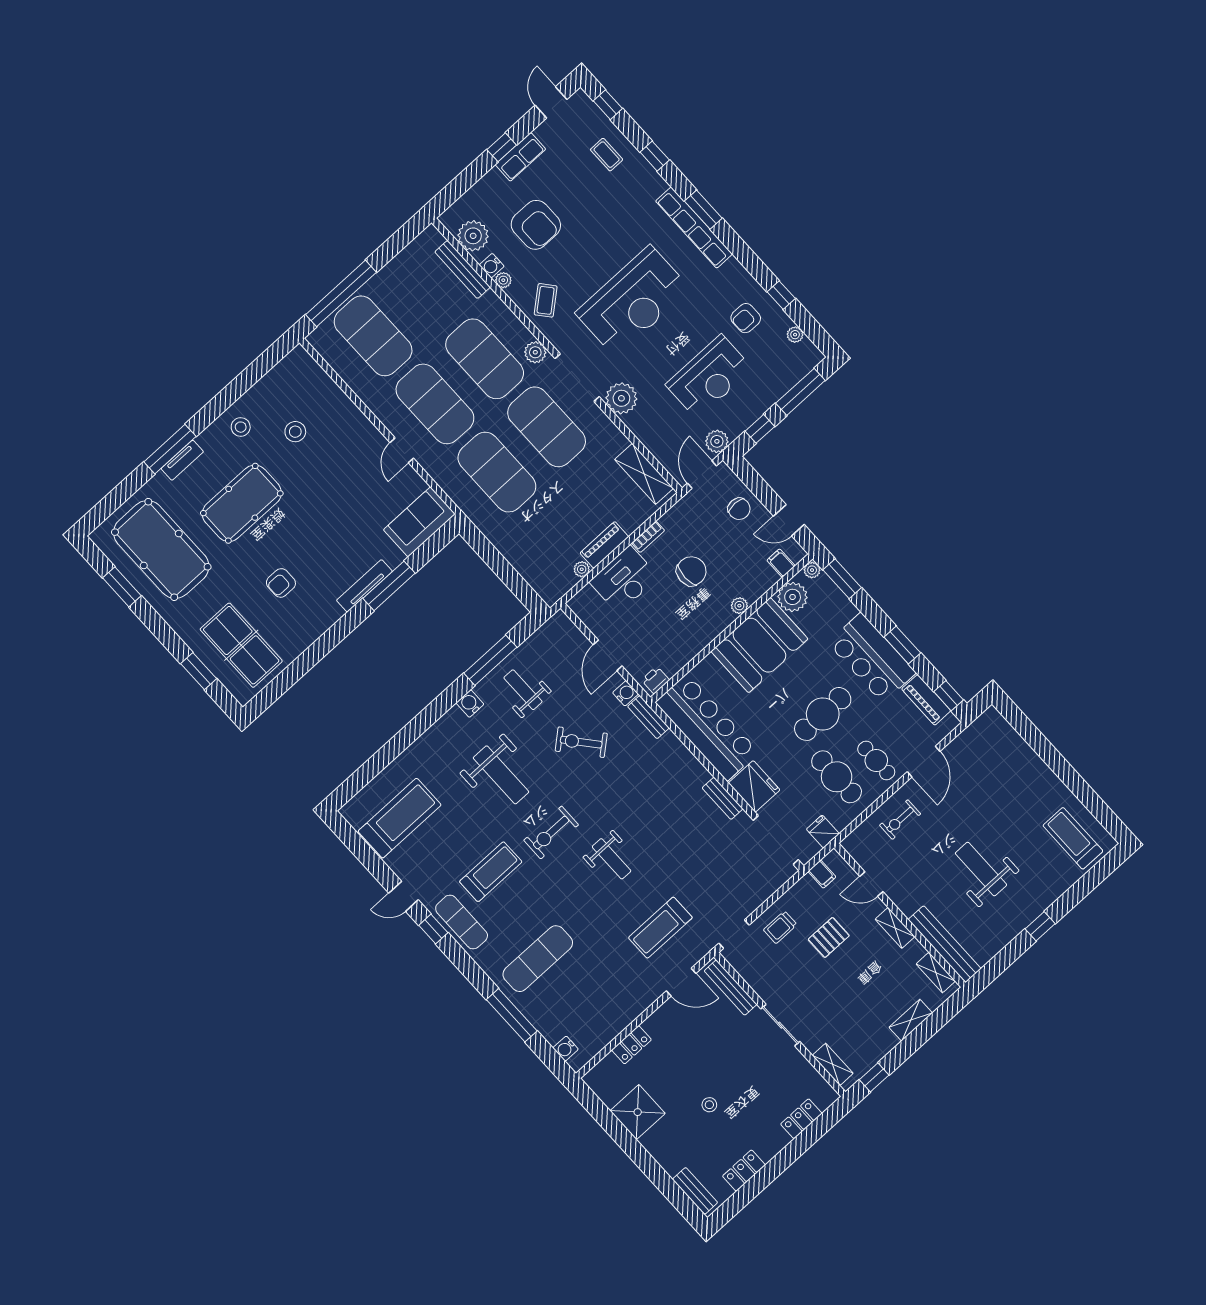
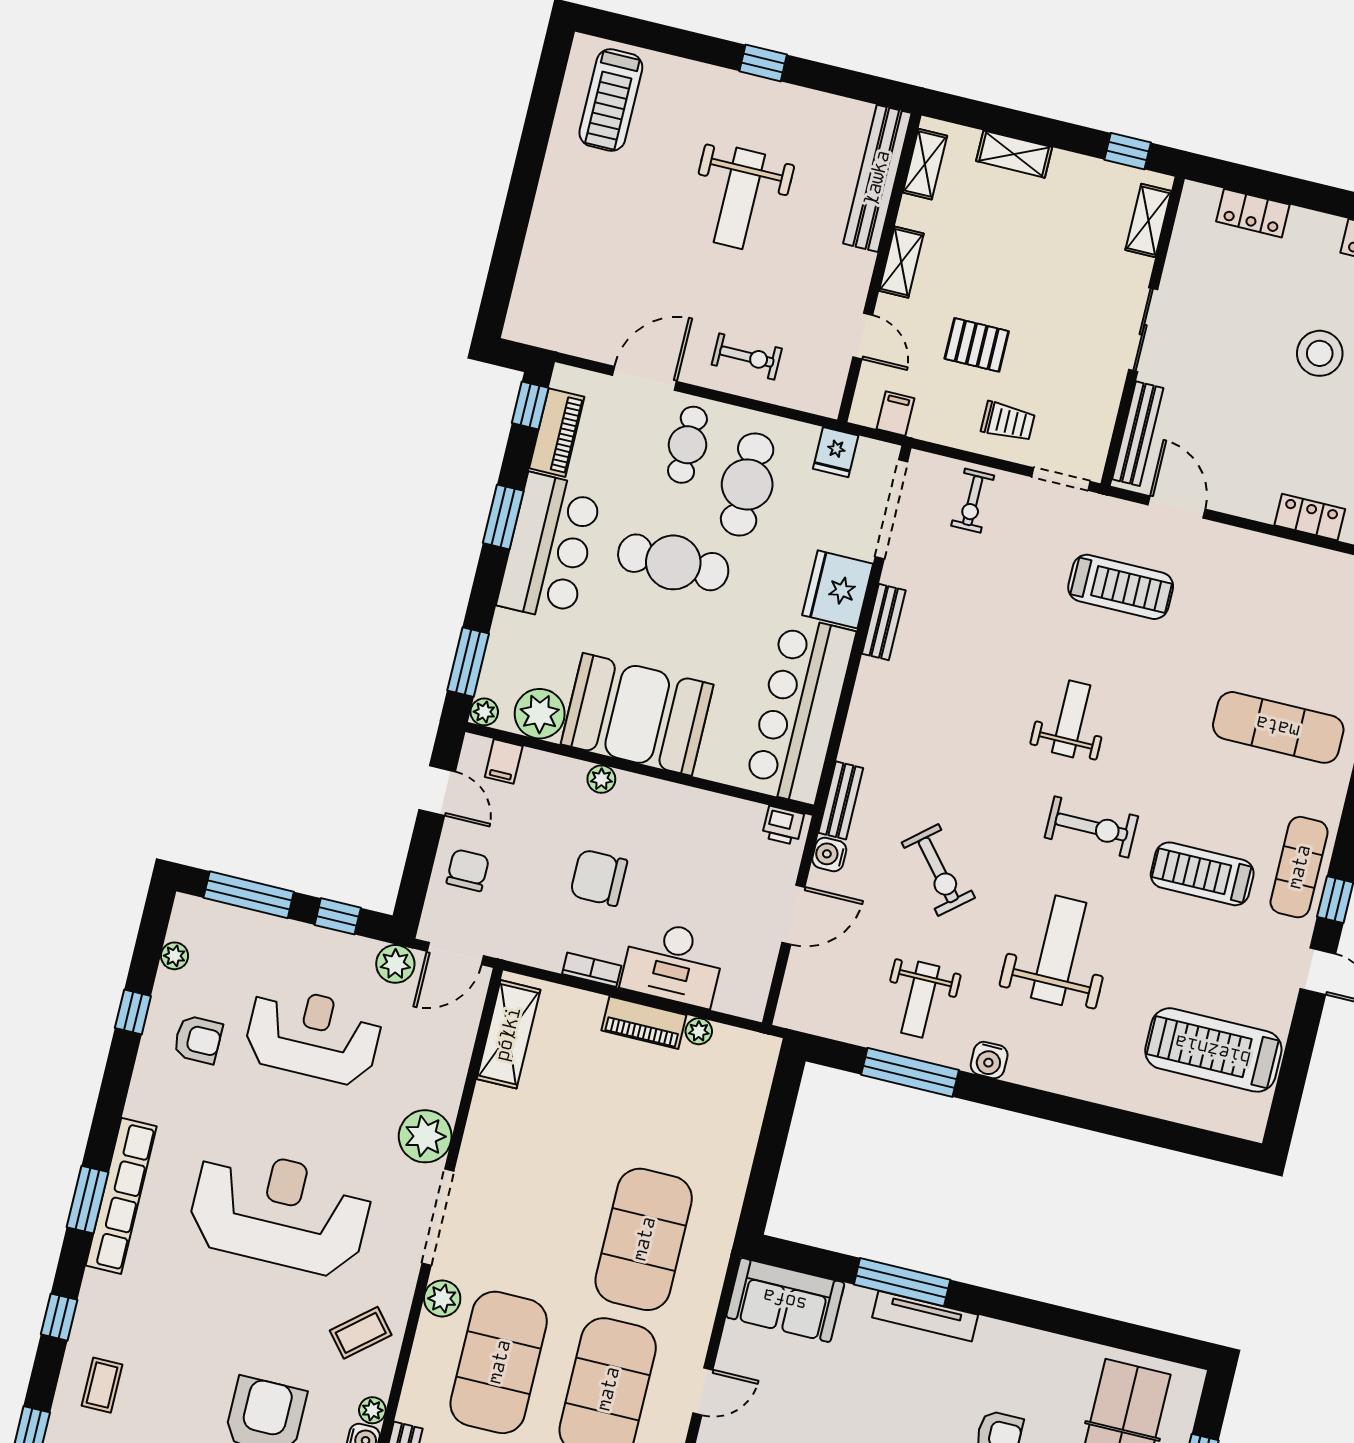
exercise mat: (547, 427) -> (535, 1213), removed
exercise bike: (753, 883) -> (973, 501), added
stool: (709, 1105) -> (1320, 353), width x1.89, depth x1.89

